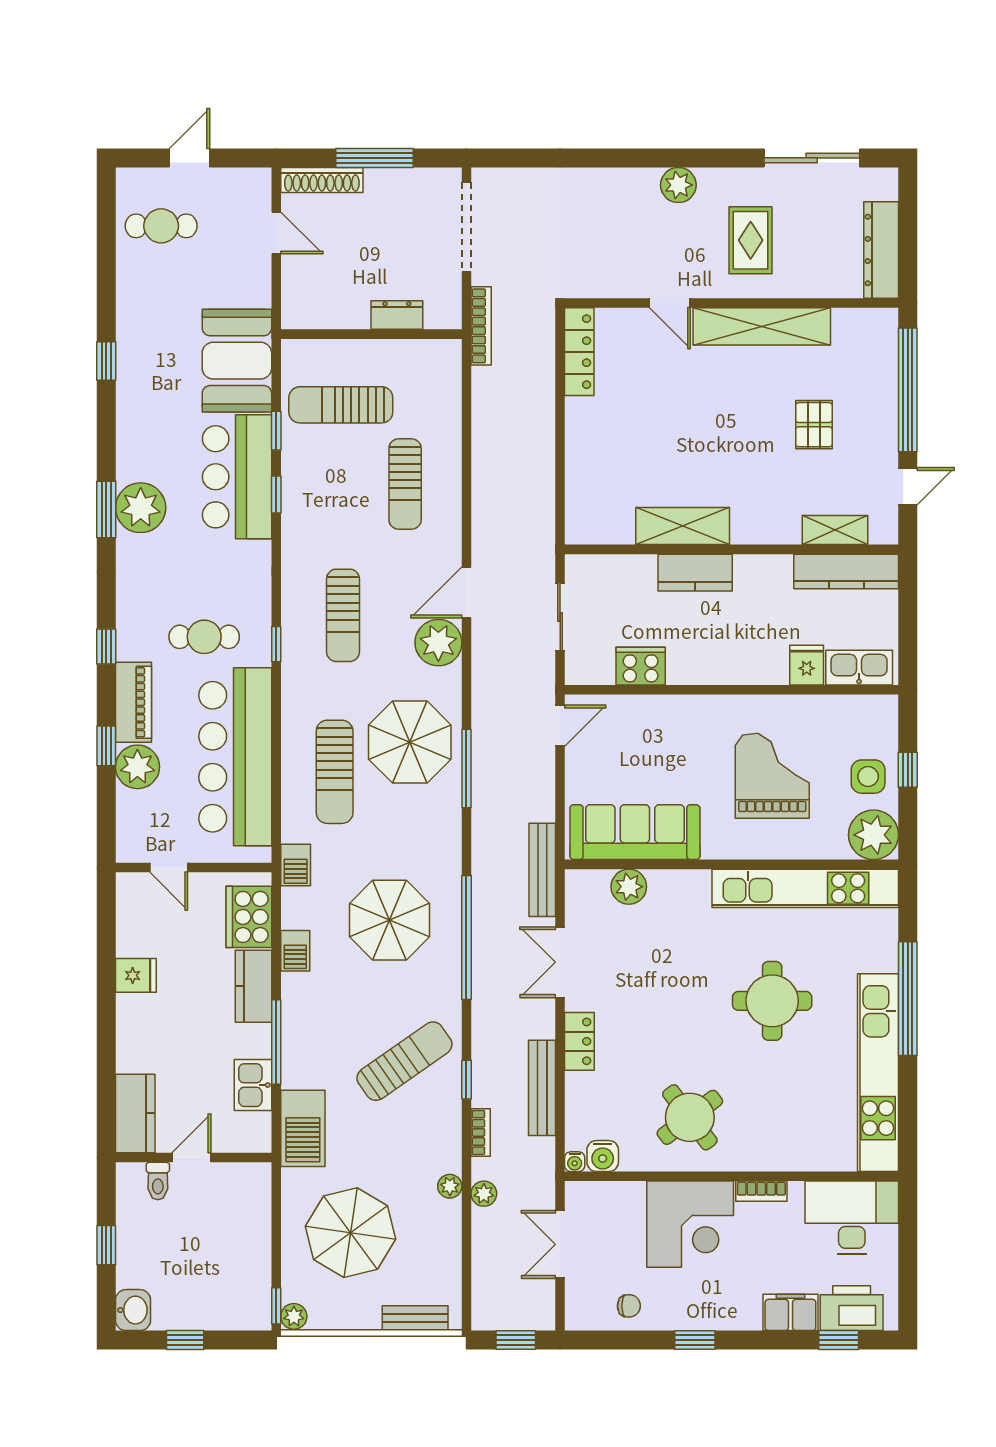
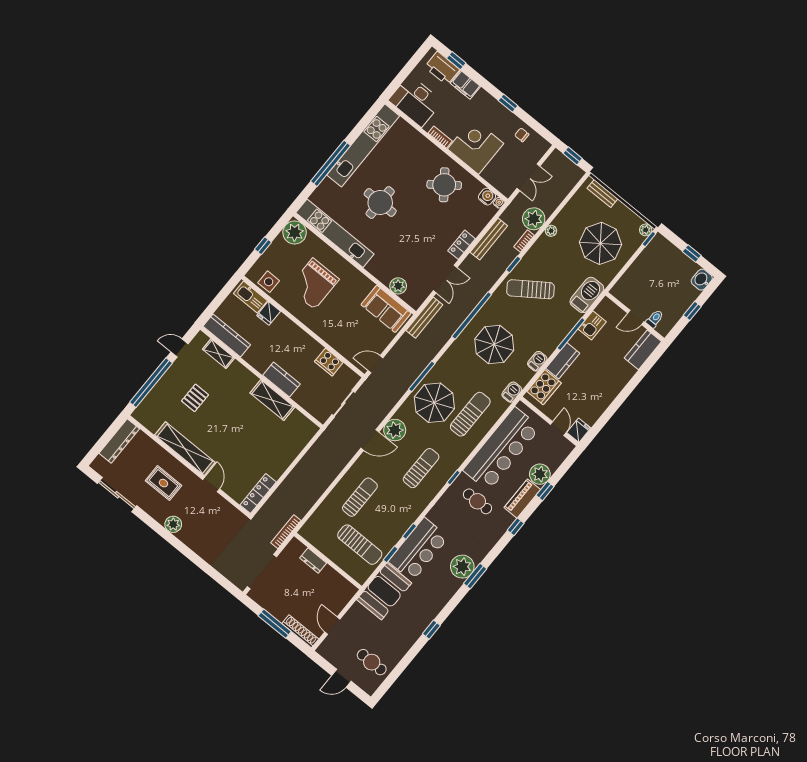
rug: (751, 240) -> (163, 483), turned 90
side table: (868, 777) -> (269, 282), moved
sofa: (635, 832) -> (386, 309), width x0.73
fridge: (136, 975) -> (579, 430), moved, turned 90
plant: (484, 1194) -> (534, 219), width x1.88, depth x1.88

